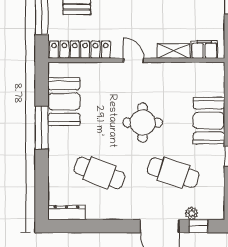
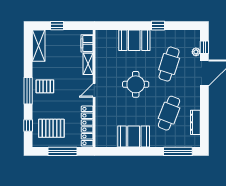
booth: (64, 102) -> (134, 137), moved
window: (42, 128) -> (178, 151), moved
dresser: (66, 213) -> (195, 122), moved

